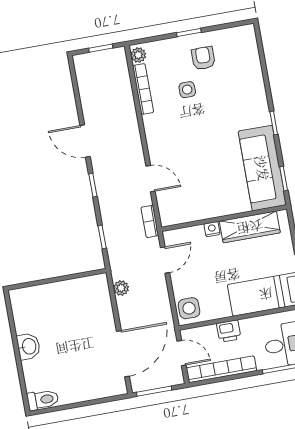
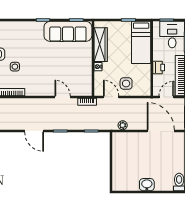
door: (85, 141) -> (34, 131), hinge flipped
door: (150, 179) -> (63, 97), hinge flipped
side table: (189, 308) -> (126, 83), moved

